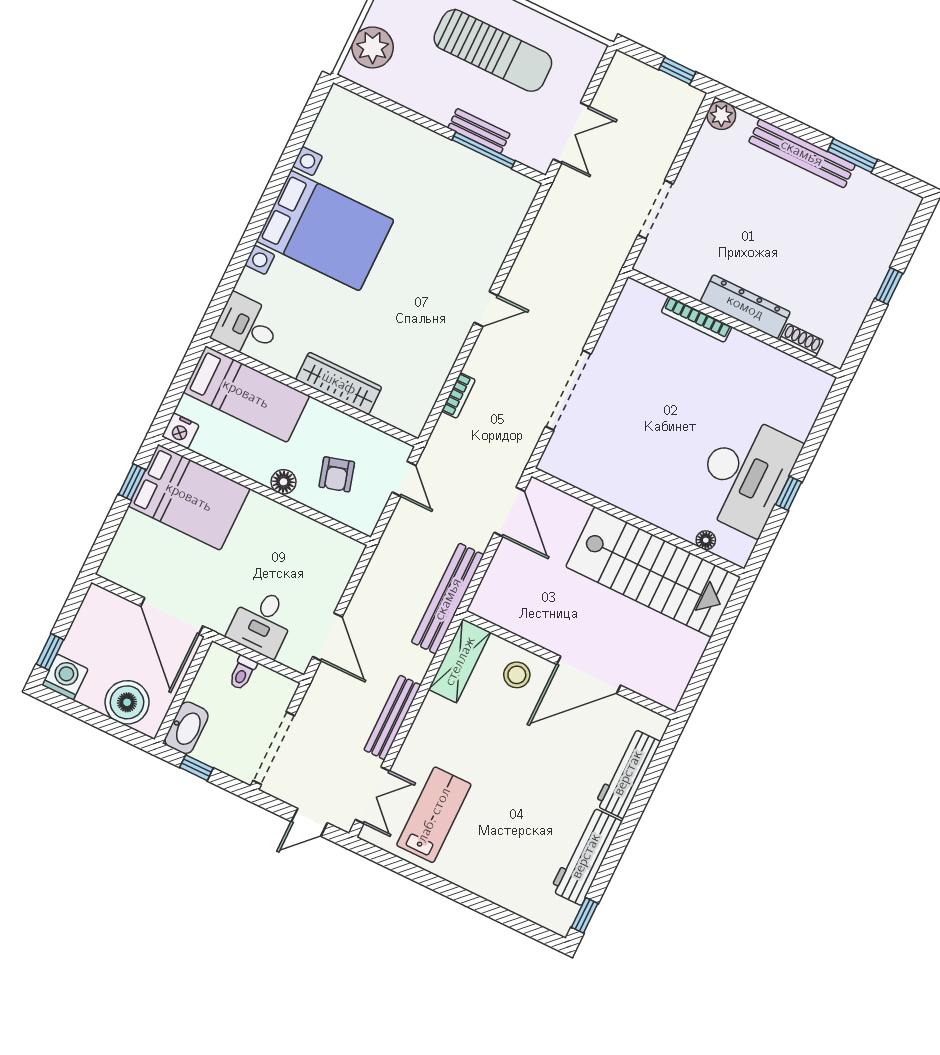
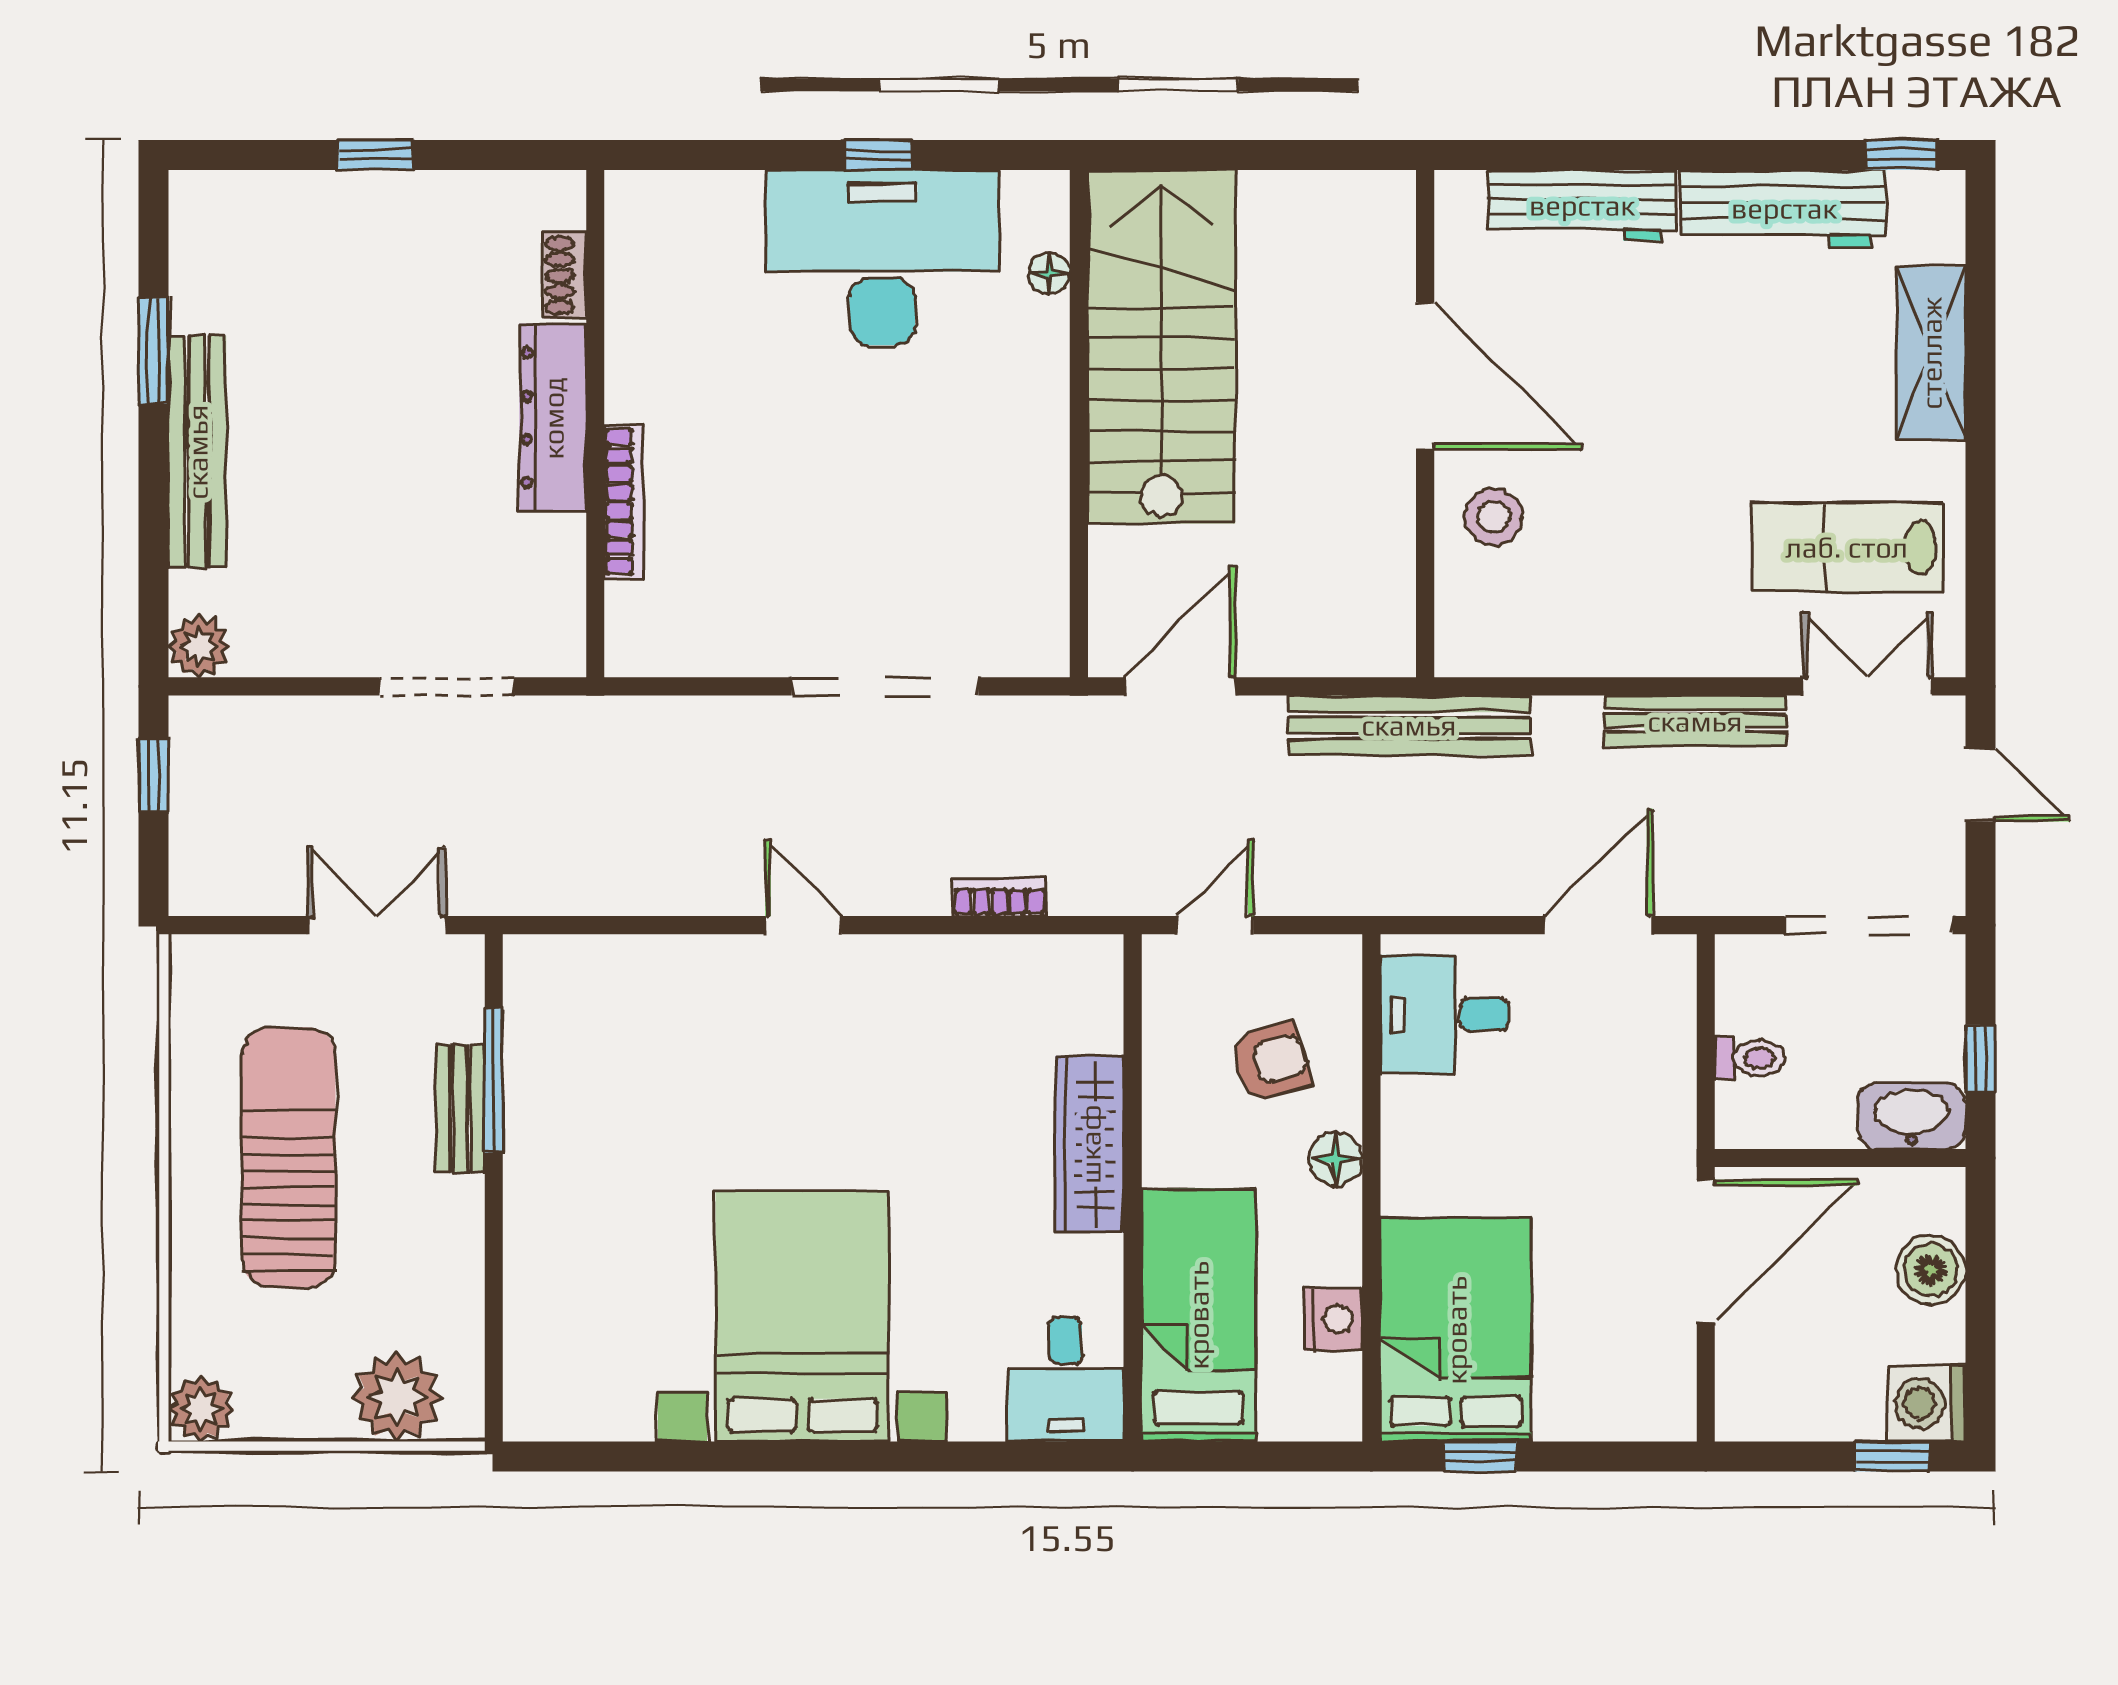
nightstand: (180, 431) -> (1333, 1319), moved
desk: (262, 622) -> (1445, 1014), moved, turned 180
shelving: (460, 661) -> (1931, 353), moved, turned 90
boiler: (127, 702) -> (1931, 1270), width x0.73, depth x0.73

